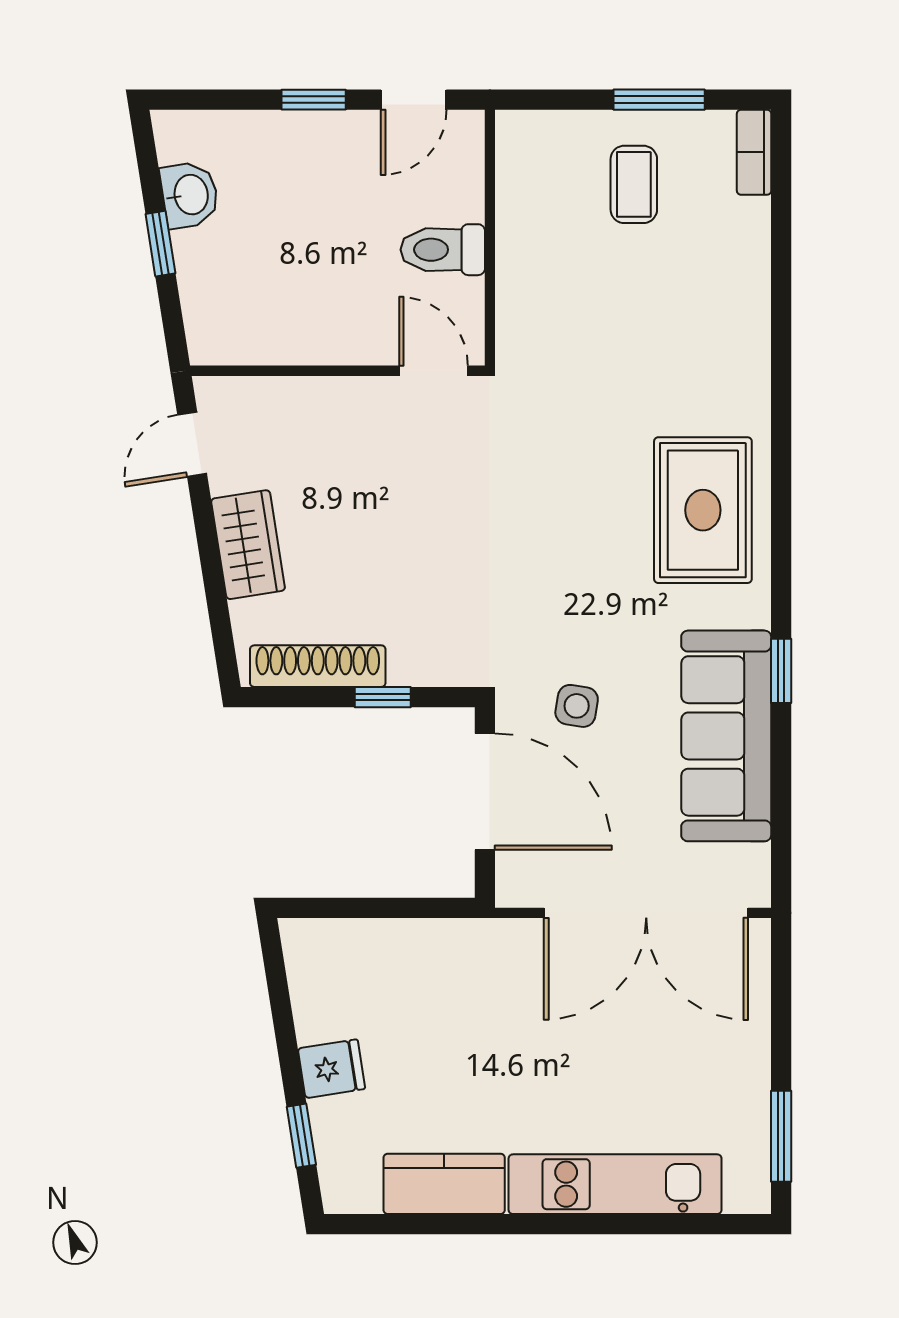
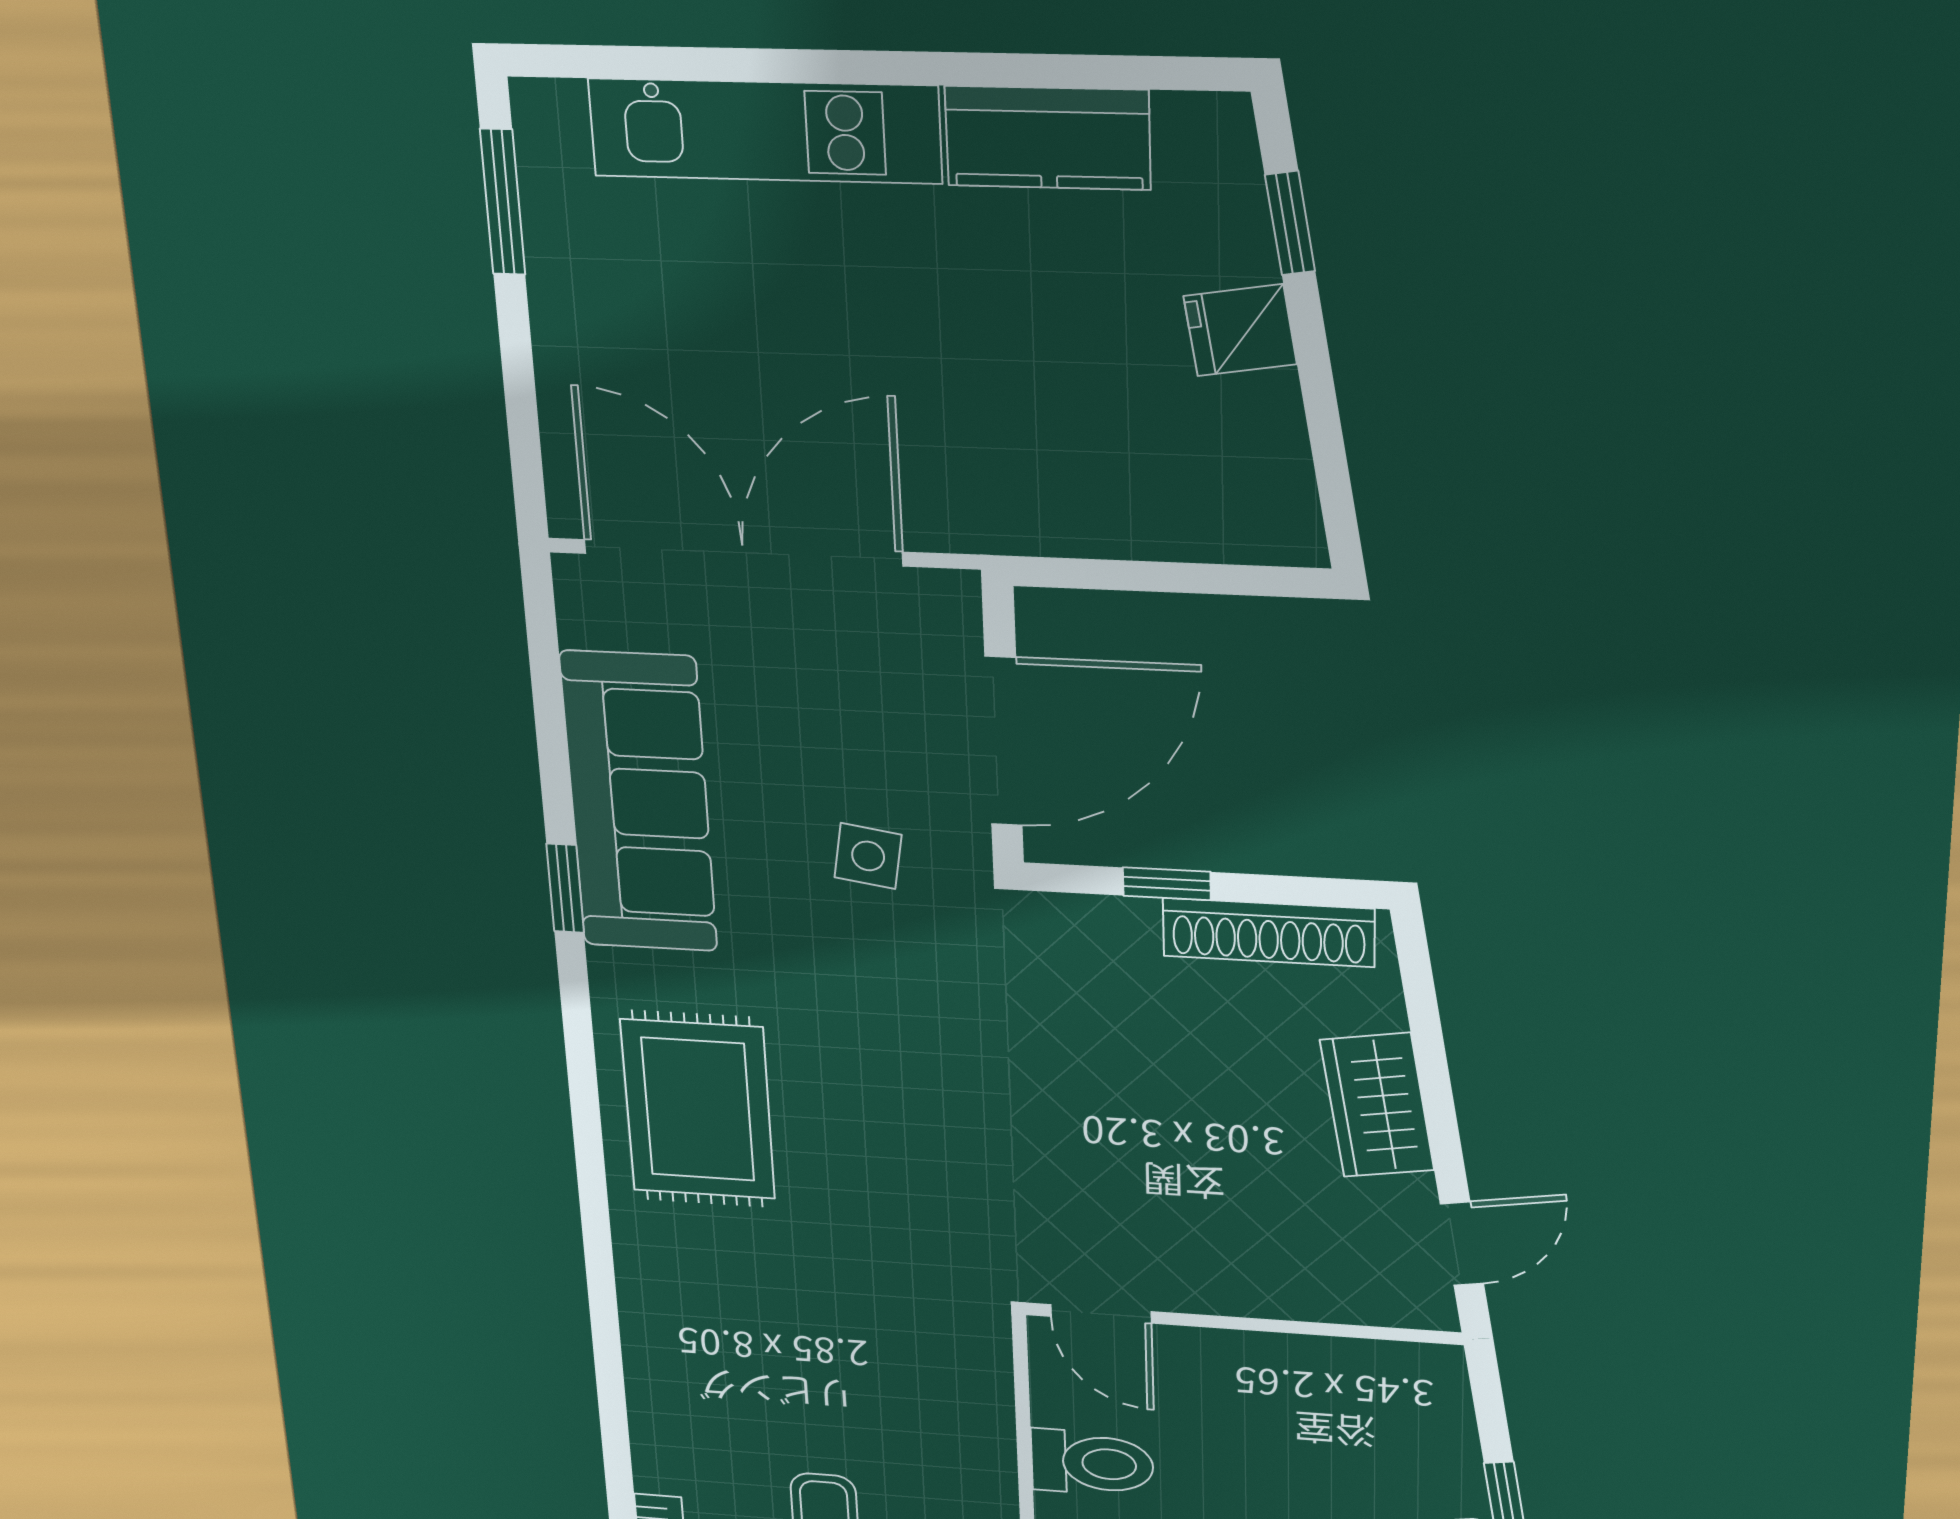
door: (485, 792) -> (1004, 741), swing flipped

